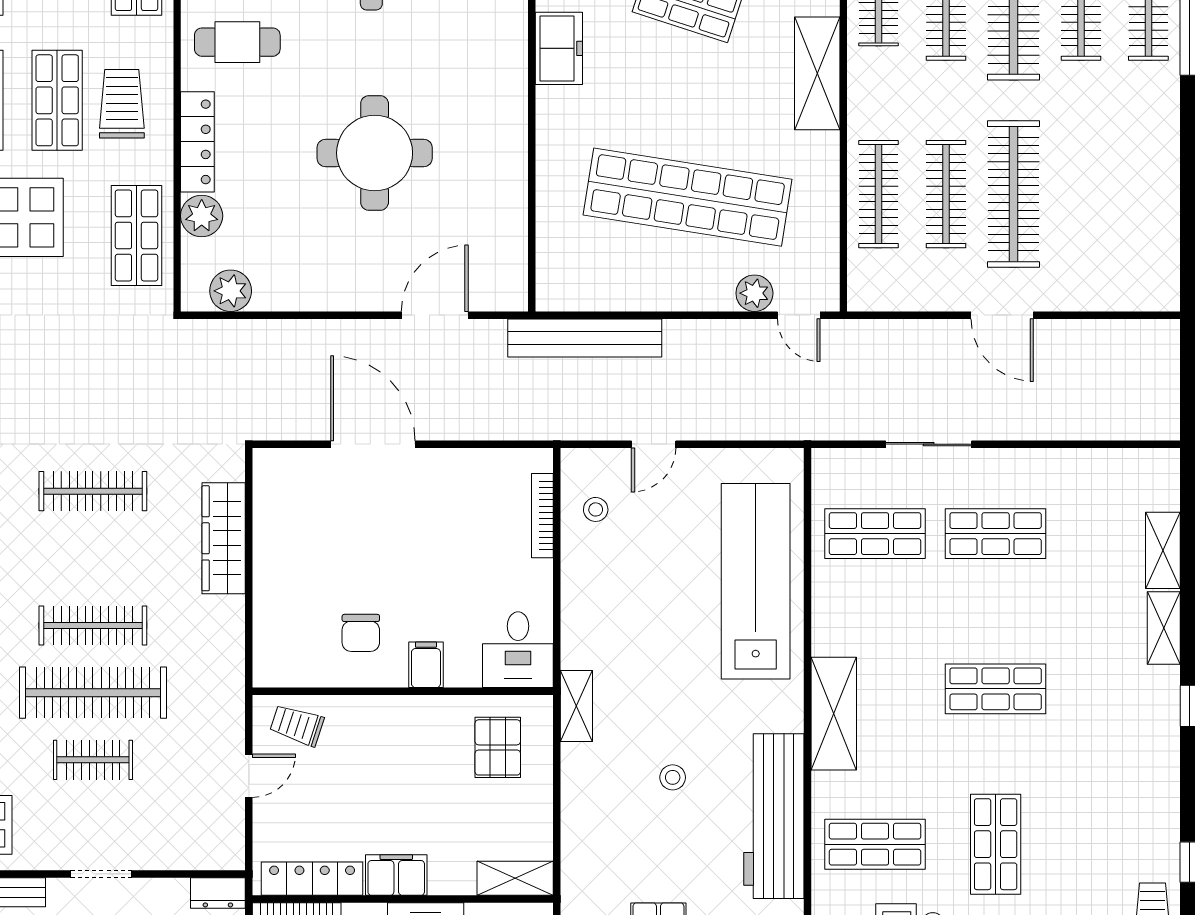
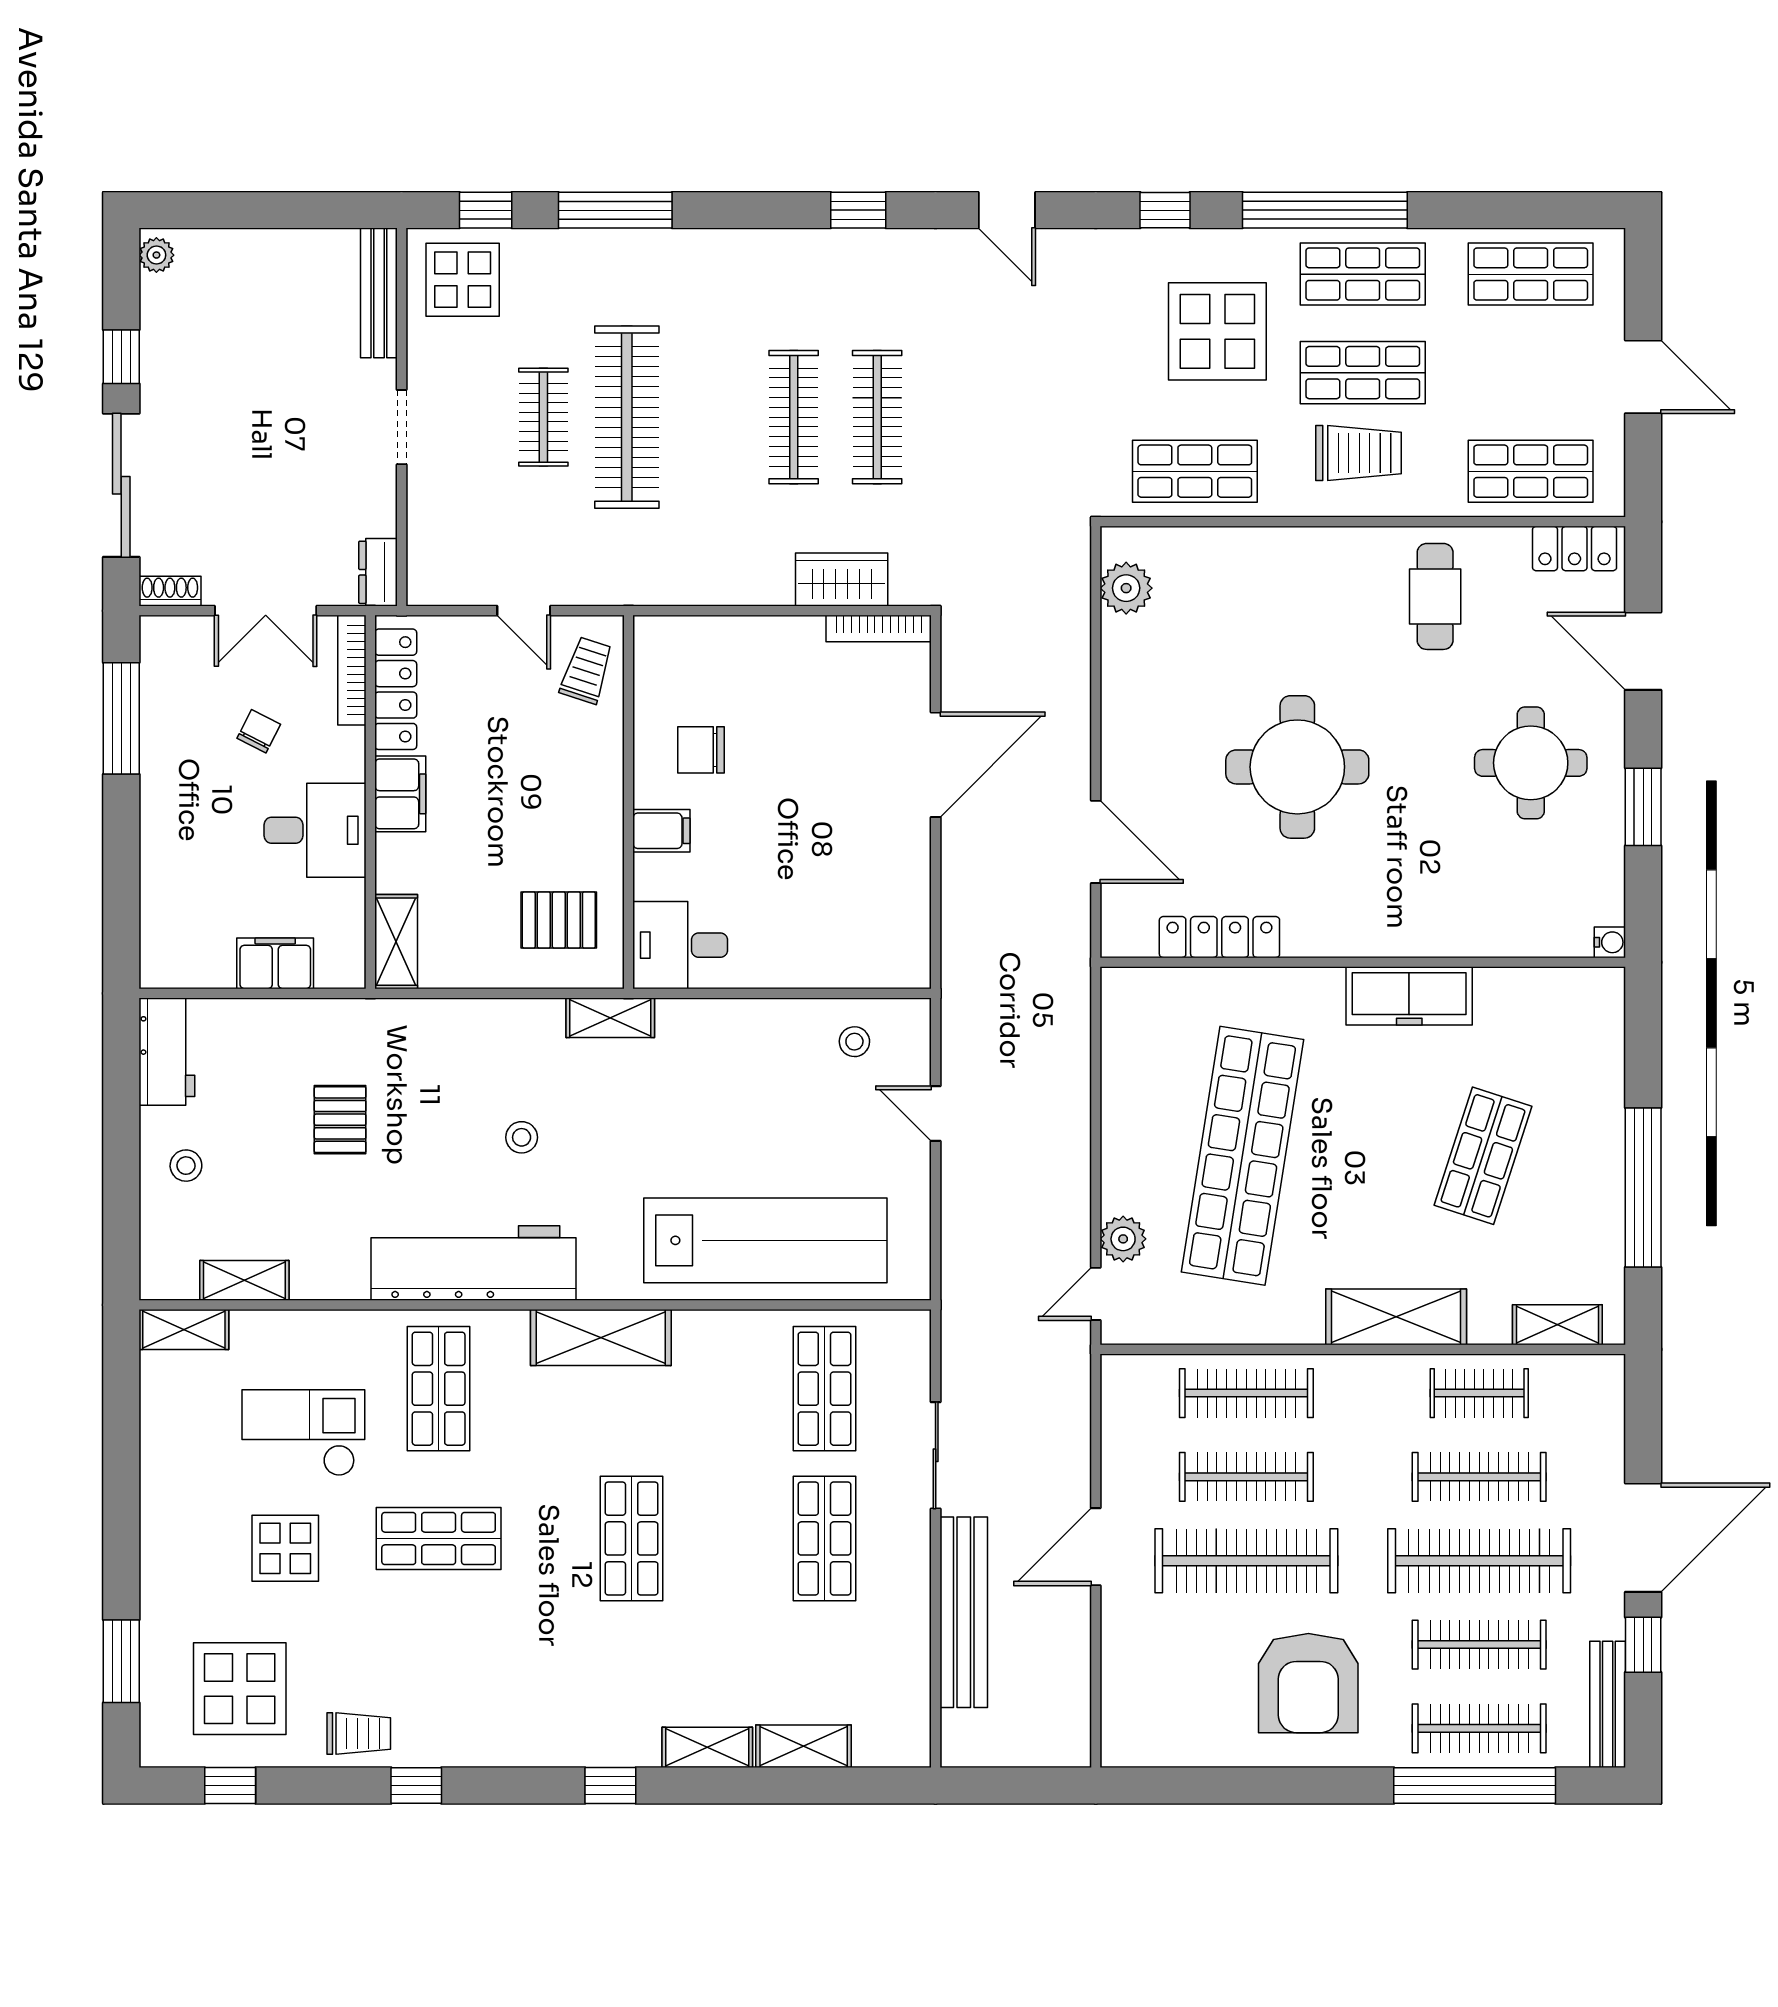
freezer: (559, 48) -> (1409, 996), width x1.40
locker: (197, 142) -> (1219, 937), moved, turned 180
armchair: (1112, 144) -> (1308, 1683), added
plant: (202, 216) -> (1219, 552), removed
bench: (585, 338) -> (964, 1612), moved
bookcase: (542, 516) -> (879, 629), moved, turned 180
wardrobe: (224, 538) -> (842, 580), width x0.67
clothes rail: (93, 625) -> (794, 417), moved

